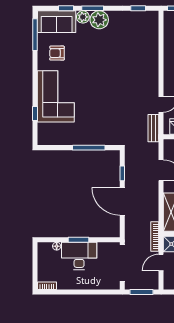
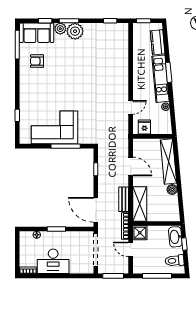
corner sofa: (56, 96) -> (54, 127), moved, turned -90
bench: (153, 128) -> (124, 199), moved
door: (122, 201) -> (96, 210), moved
desk: (79, 256) -> (53, 261), moved, turned 180
door: (161, 263) -> (131, 249), hinge flipped

